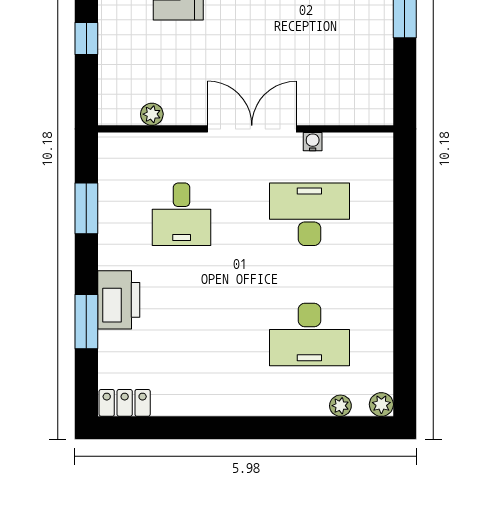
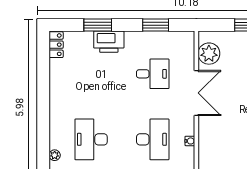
plant: (152, 114) -> (209, 54), width x1.87, depth x1.87
double door: (252, 129) -> (196, 93), moved
desk: (182, 214) -> (153, 74), turned 180

